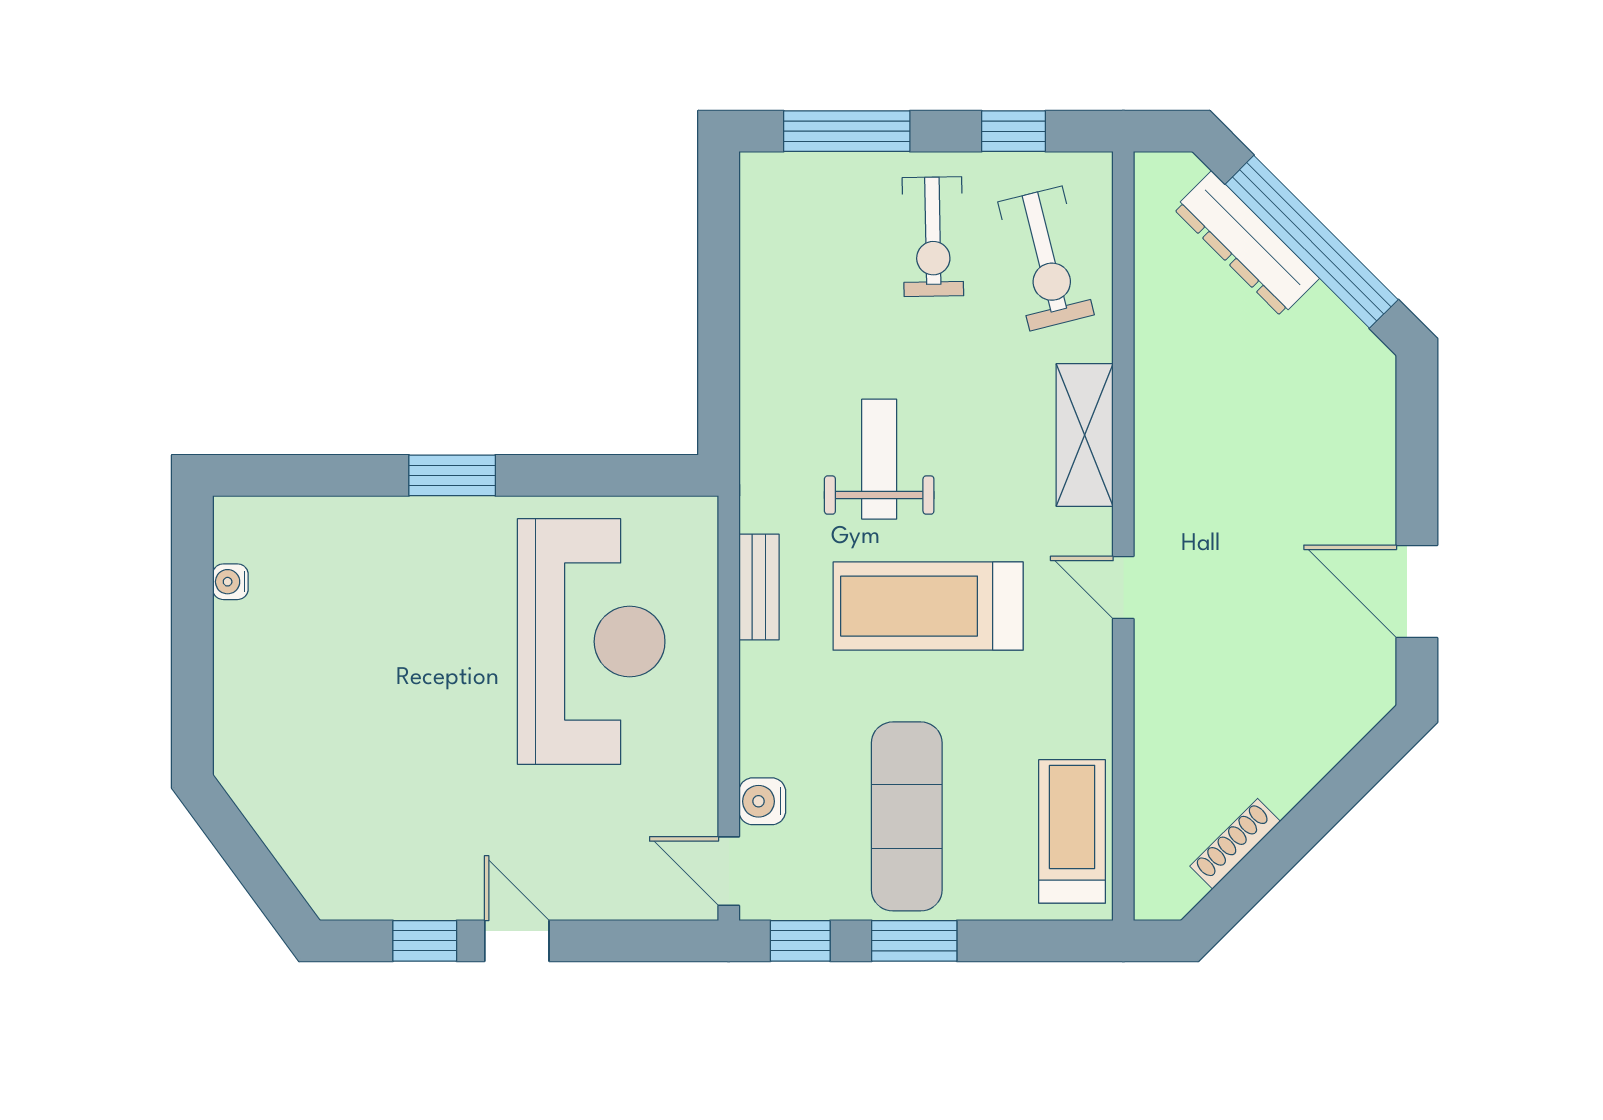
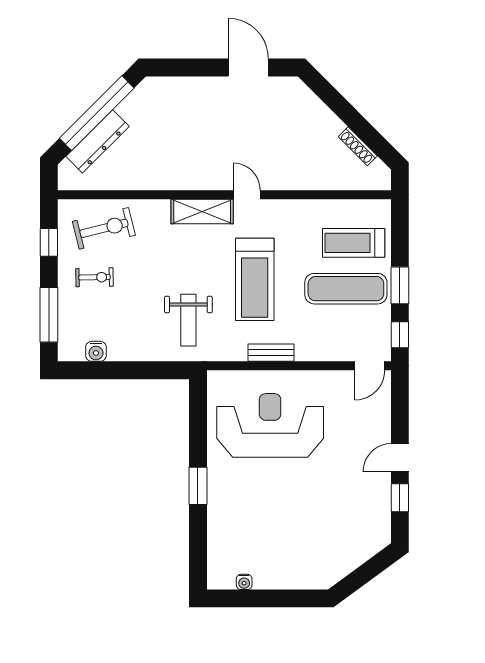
exercise bike: (933, 237) -> (95, 277), width x0.73, depth x0.72
shelving: (1085, 435) -> (202, 211), moved
weight bench: (879, 459) -> (188, 320), moved, turned -90
bench: (759, 587) -> (271, 353), moved
door: (1123, 588) -> (247, 195), swing flipped
door: (1417, 591) -> (248, 67), swing flipped
water cooler: (762, 801) -> (96, 351), moved
treadmill: (1072, 831) -> (354, 243), moved

